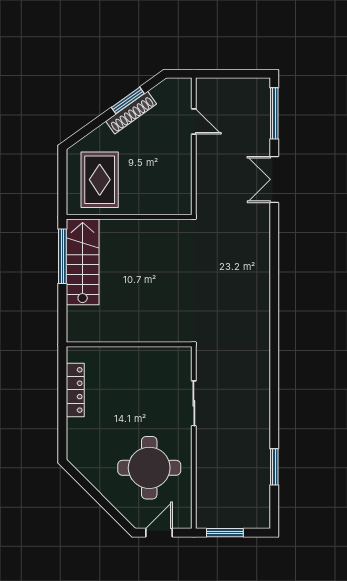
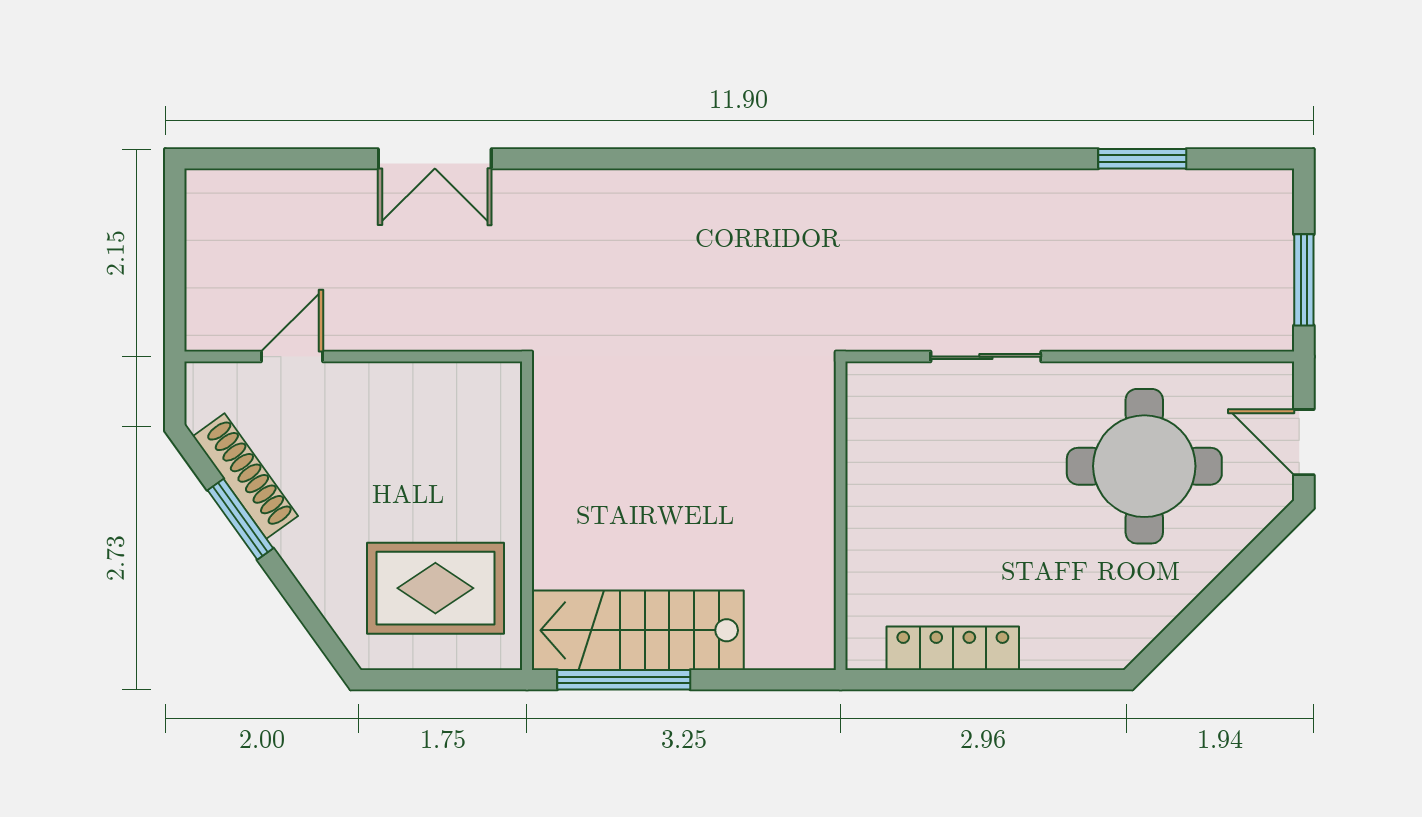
shoe rack: (131, 113) -> (245, 476), moved
window: (274, 113) -> (272, 159), removed

